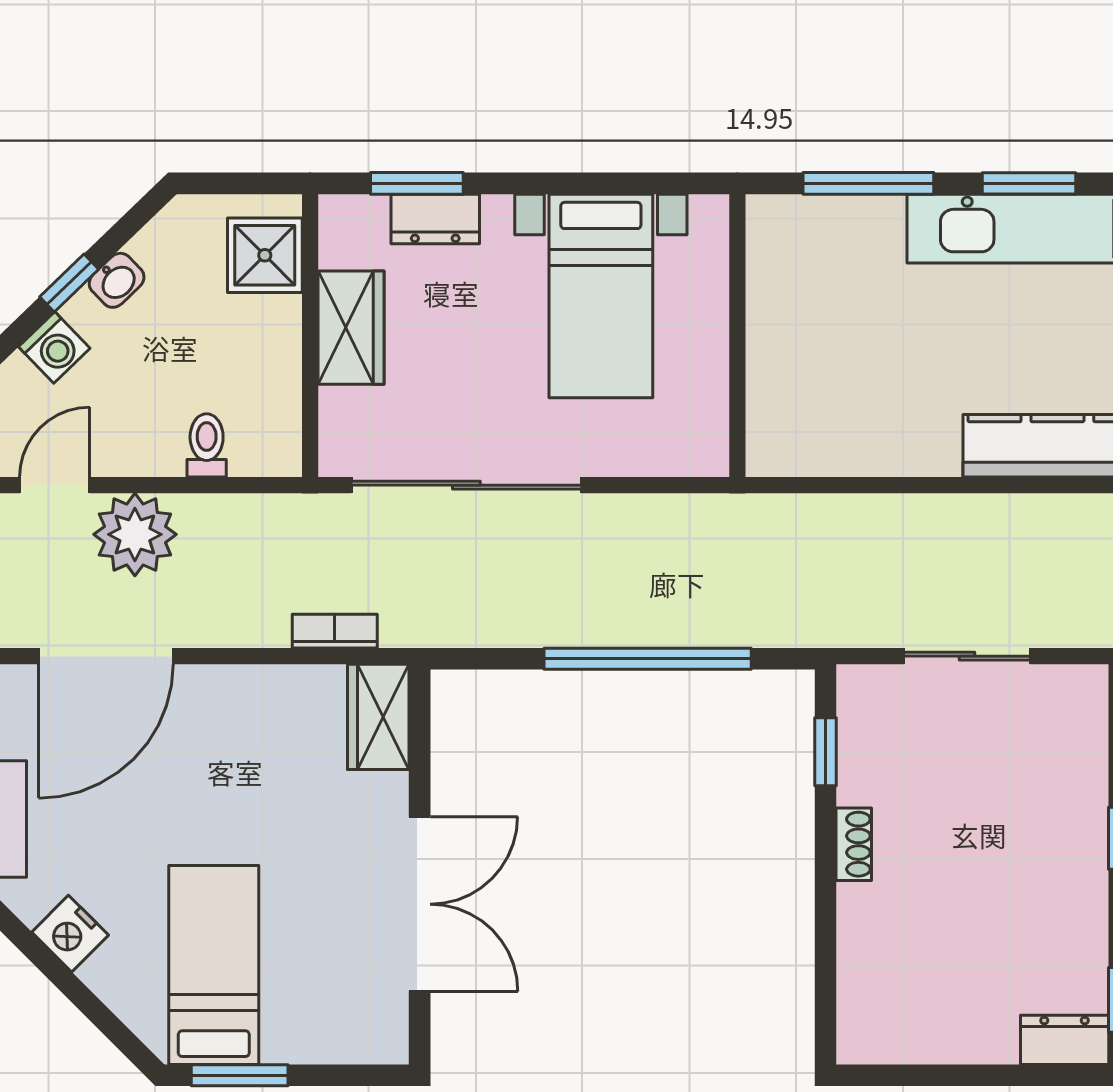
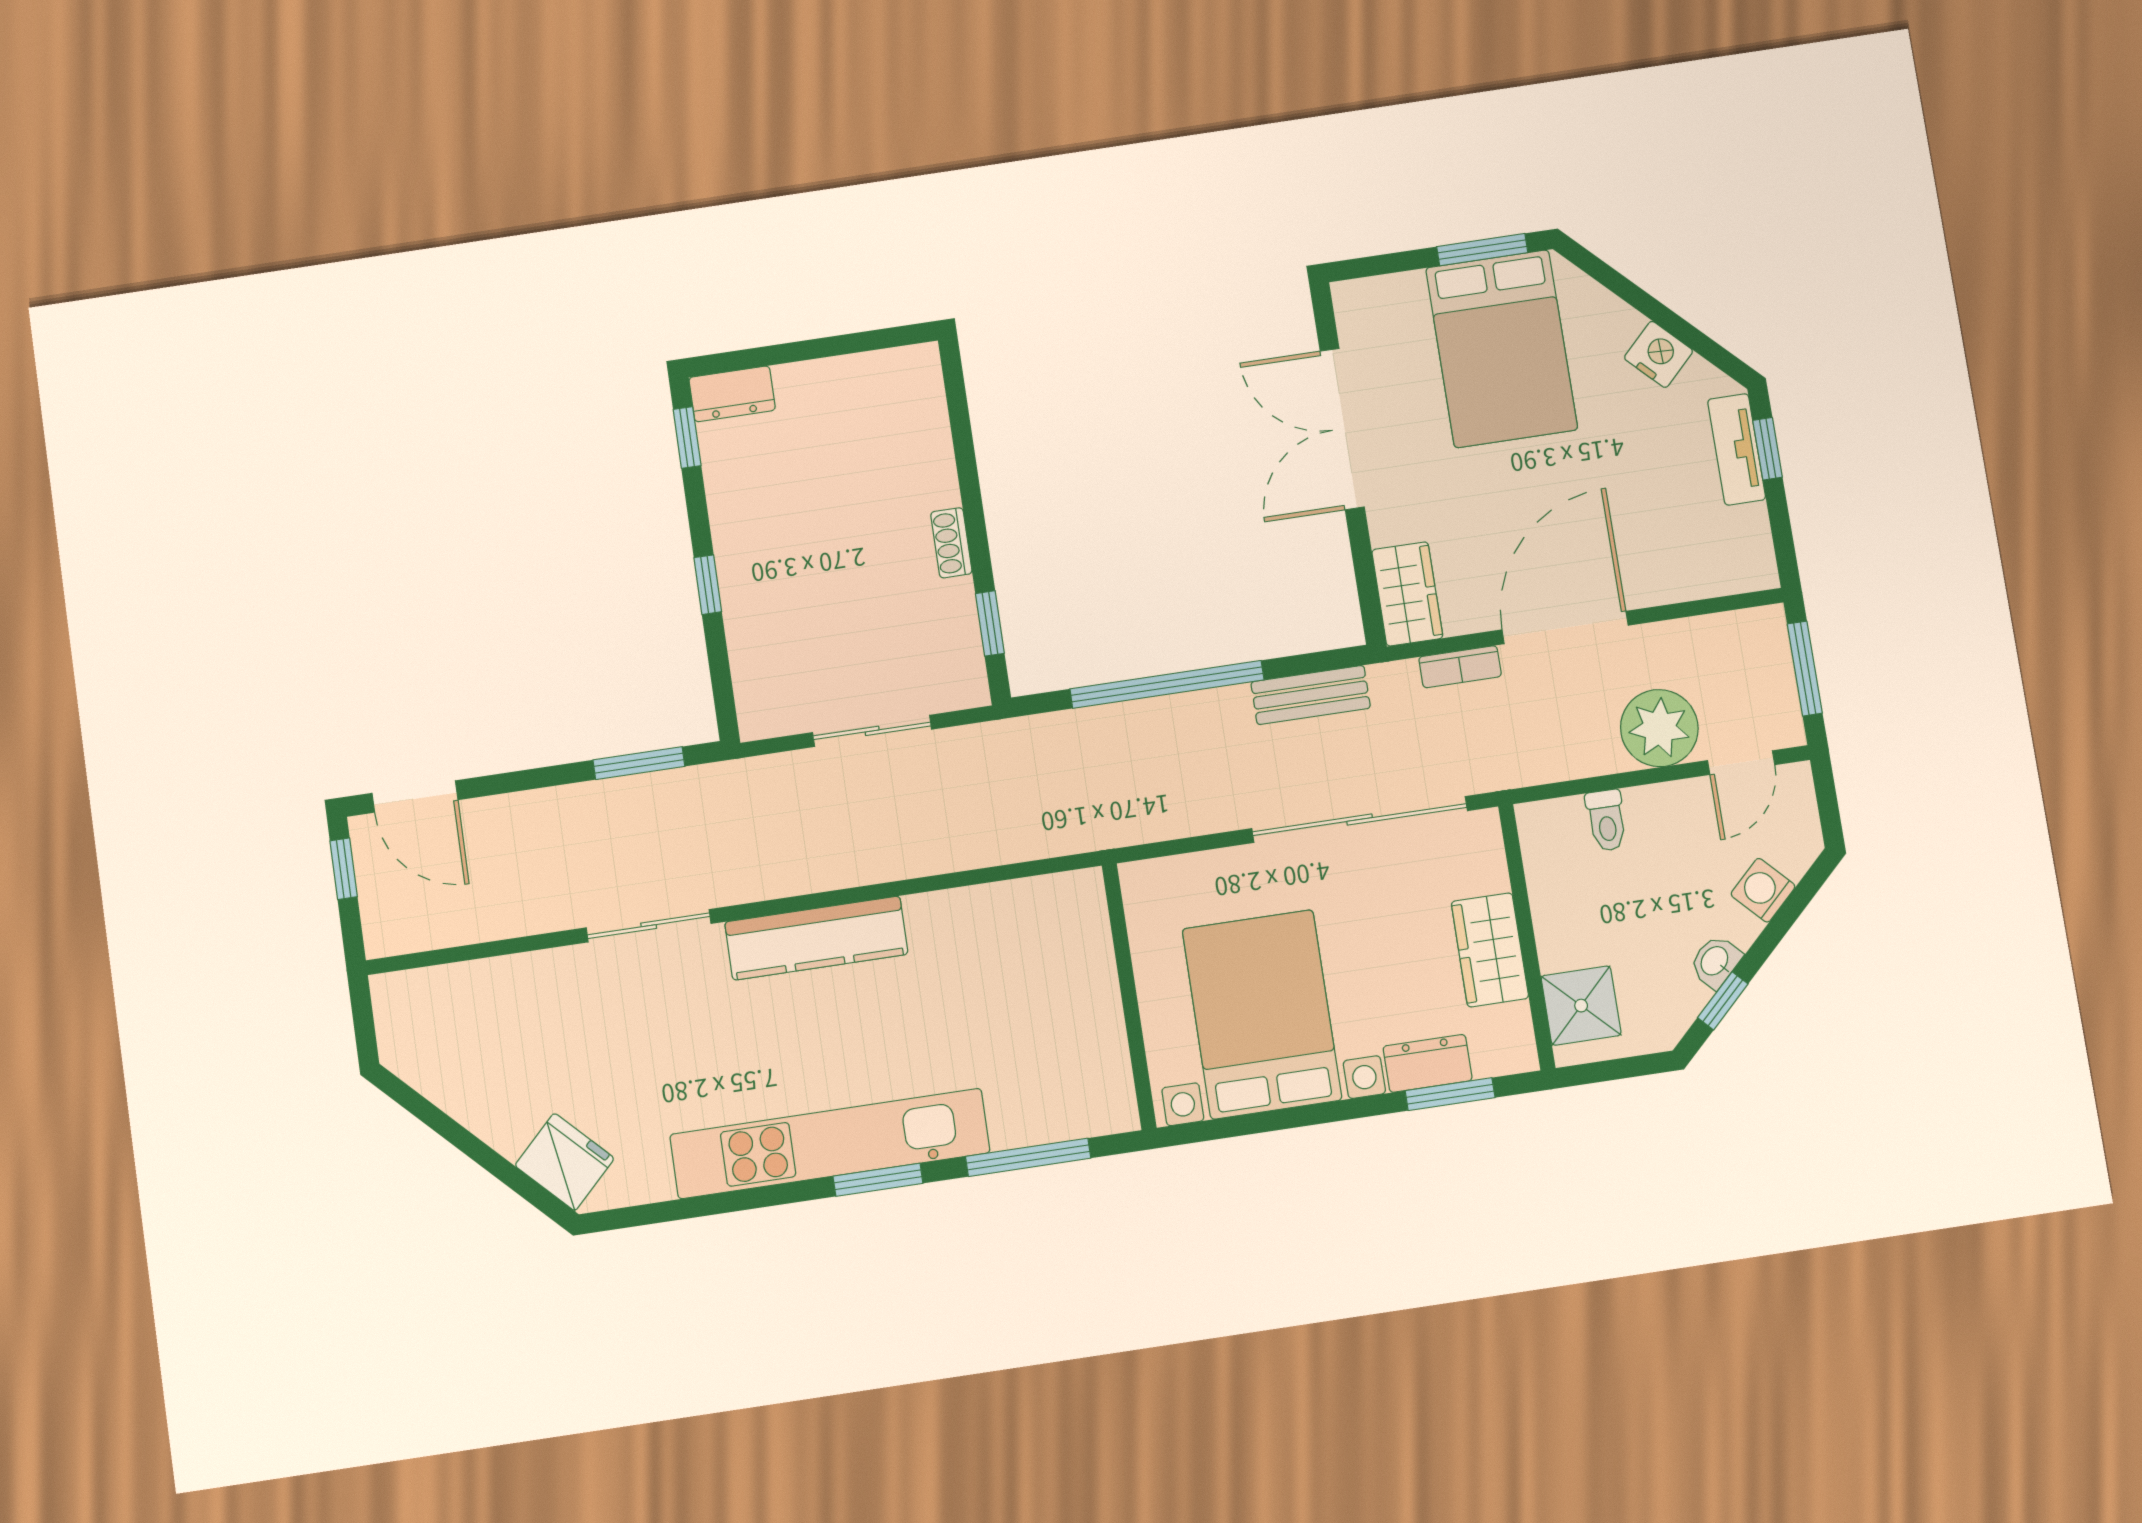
window: (69, 283) -> (1723, 1001), moved
bed with nightstands: (601, 296) -> (1262, 1014), width x1.36
bench: (497, 625) -> (1311, 695), added
door: (106, 656) -> (1565, 628), moved
bed: (214, 965) -> (1502, 349), width x1.50

